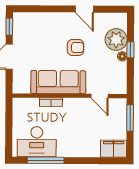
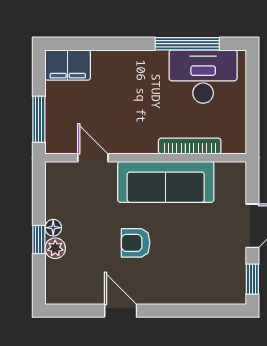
plant: (116, 40) -> (55, 248), width x0.53, depth x0.53
bookcase: (51, 102) -> (190, 146), width x1.56

